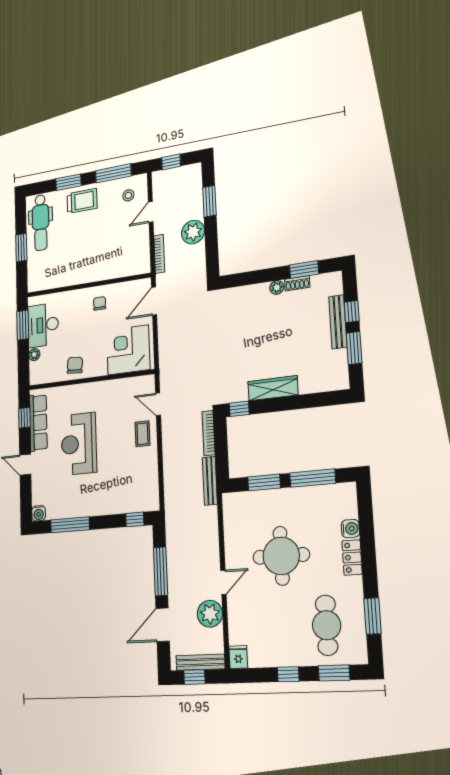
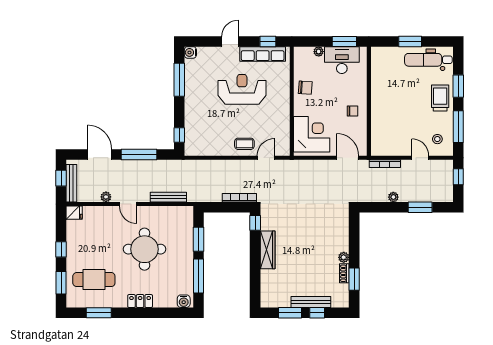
trolley: (82, 201) -> (440, 98), turned 180
plant: (193, 232) -> (393, 197), width x0.53, depth x0.53
bench: (210, 481) -> (168, 197), moved
water cooler: (350, 529) -> (184, 301), moved
plant: (210, 614) -> (106, 197), width x0.53, depth x0.53

